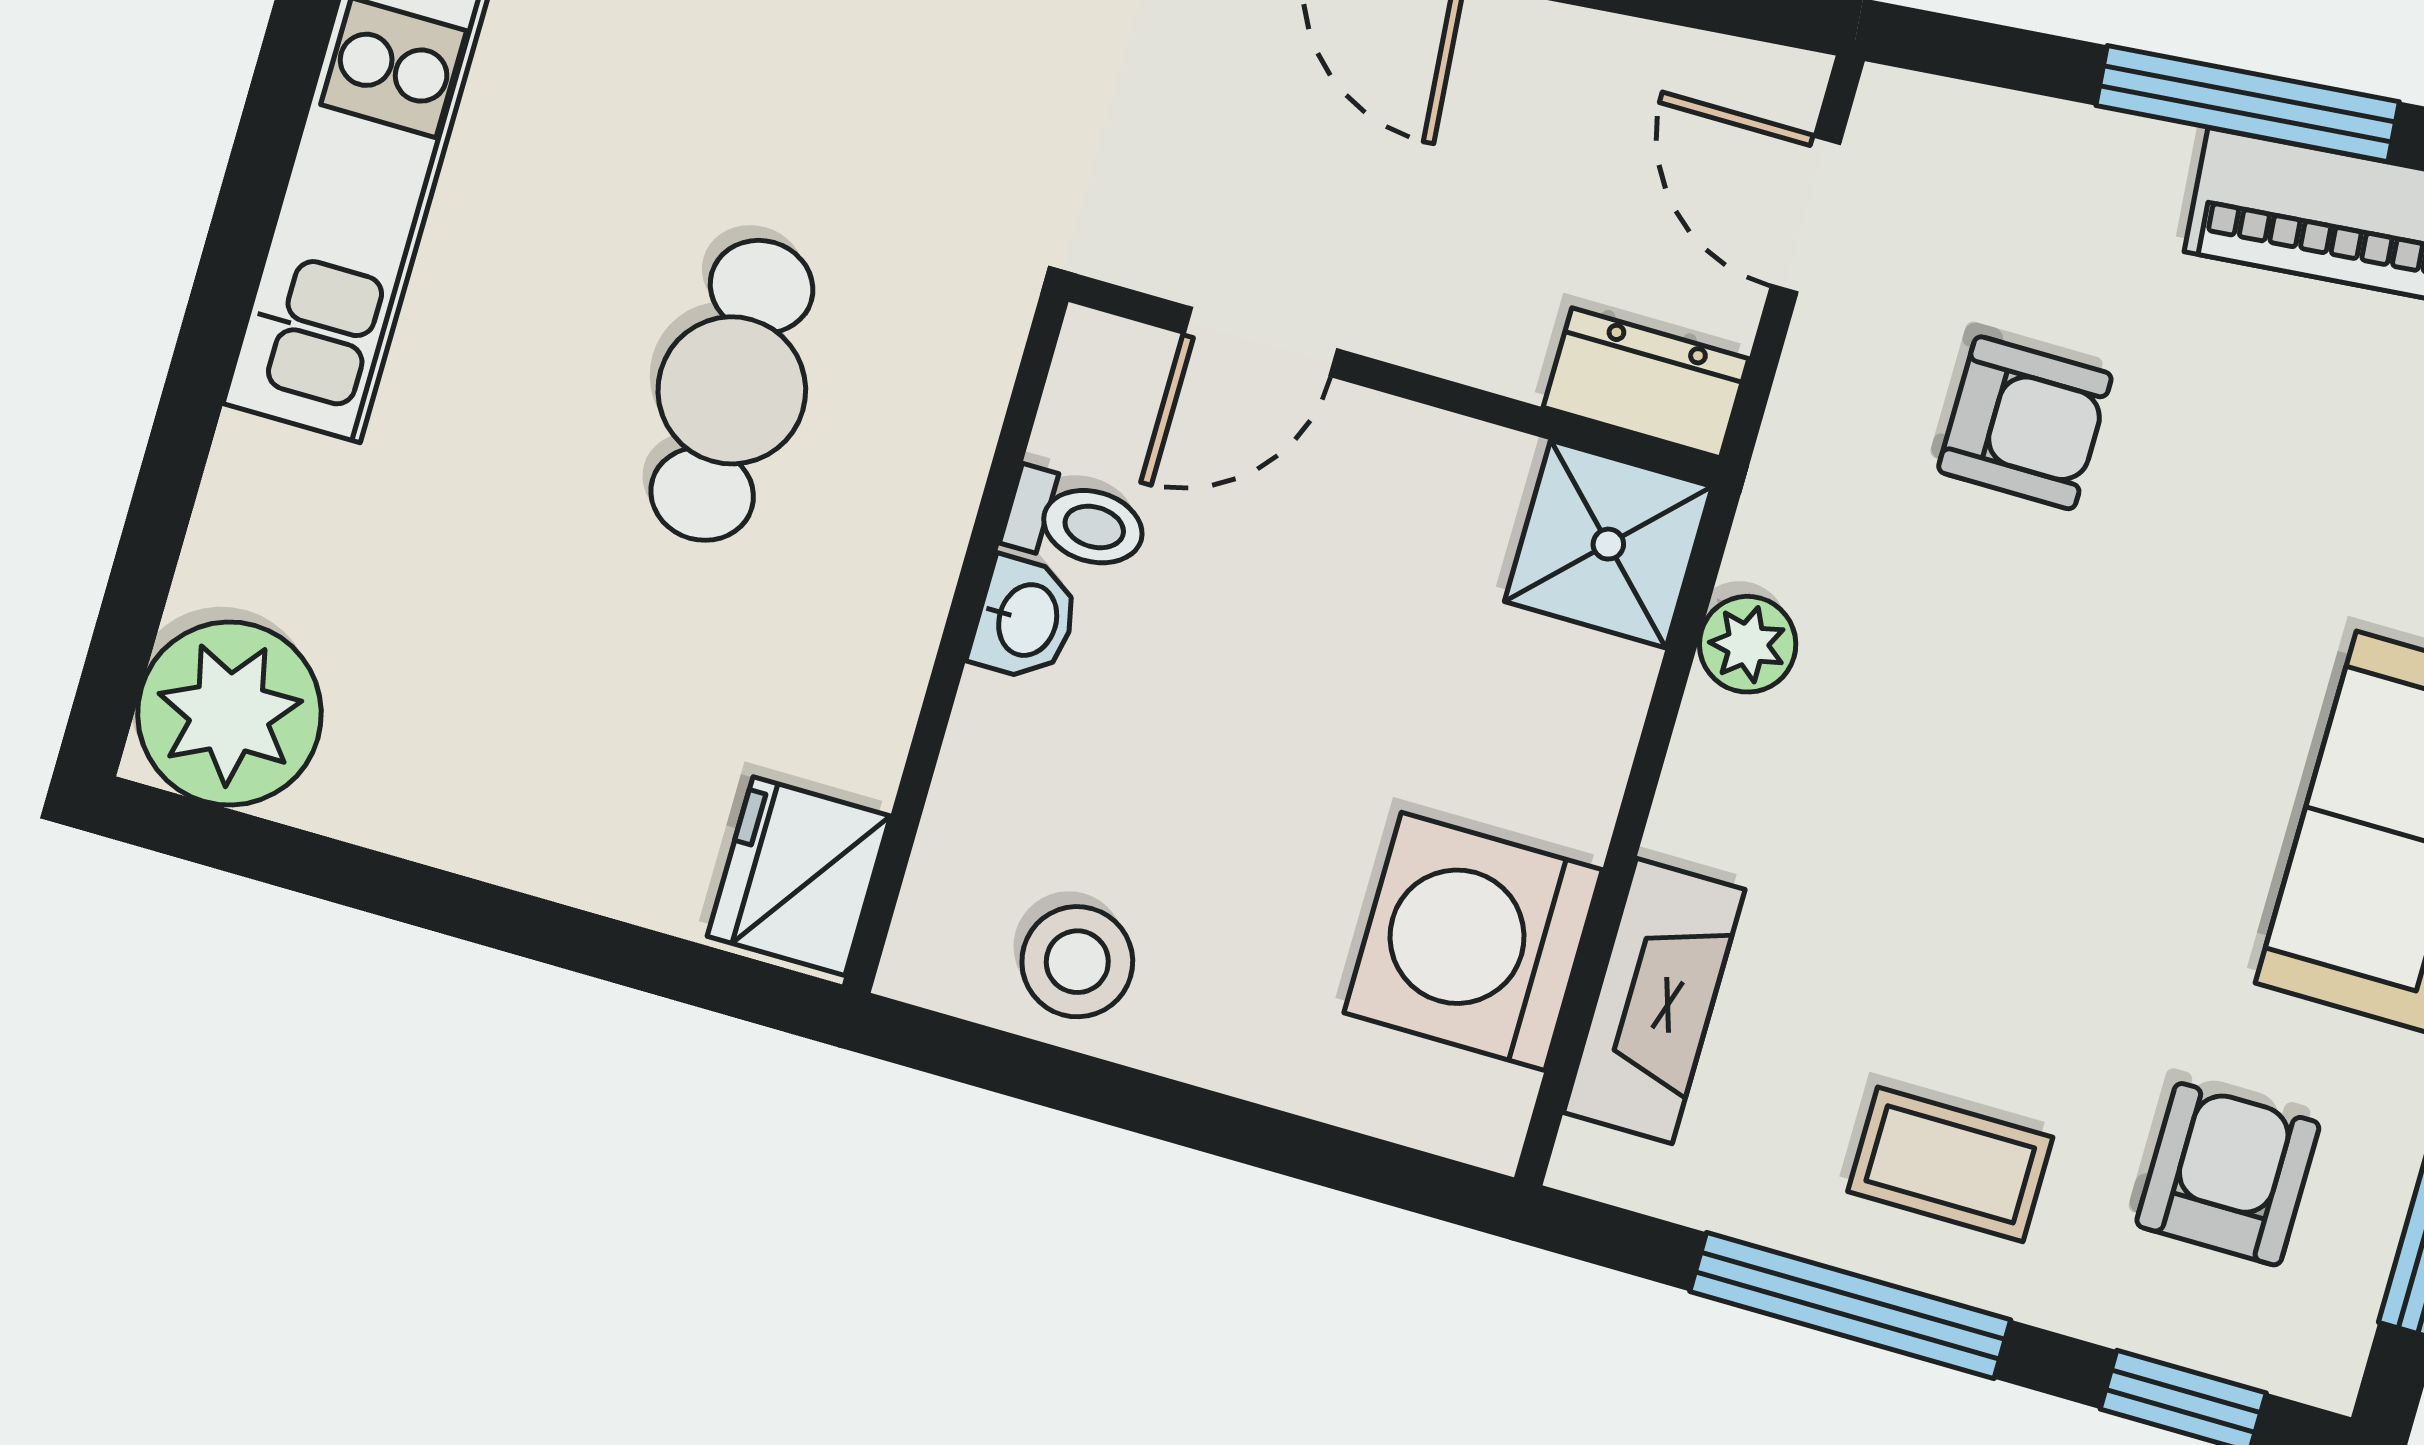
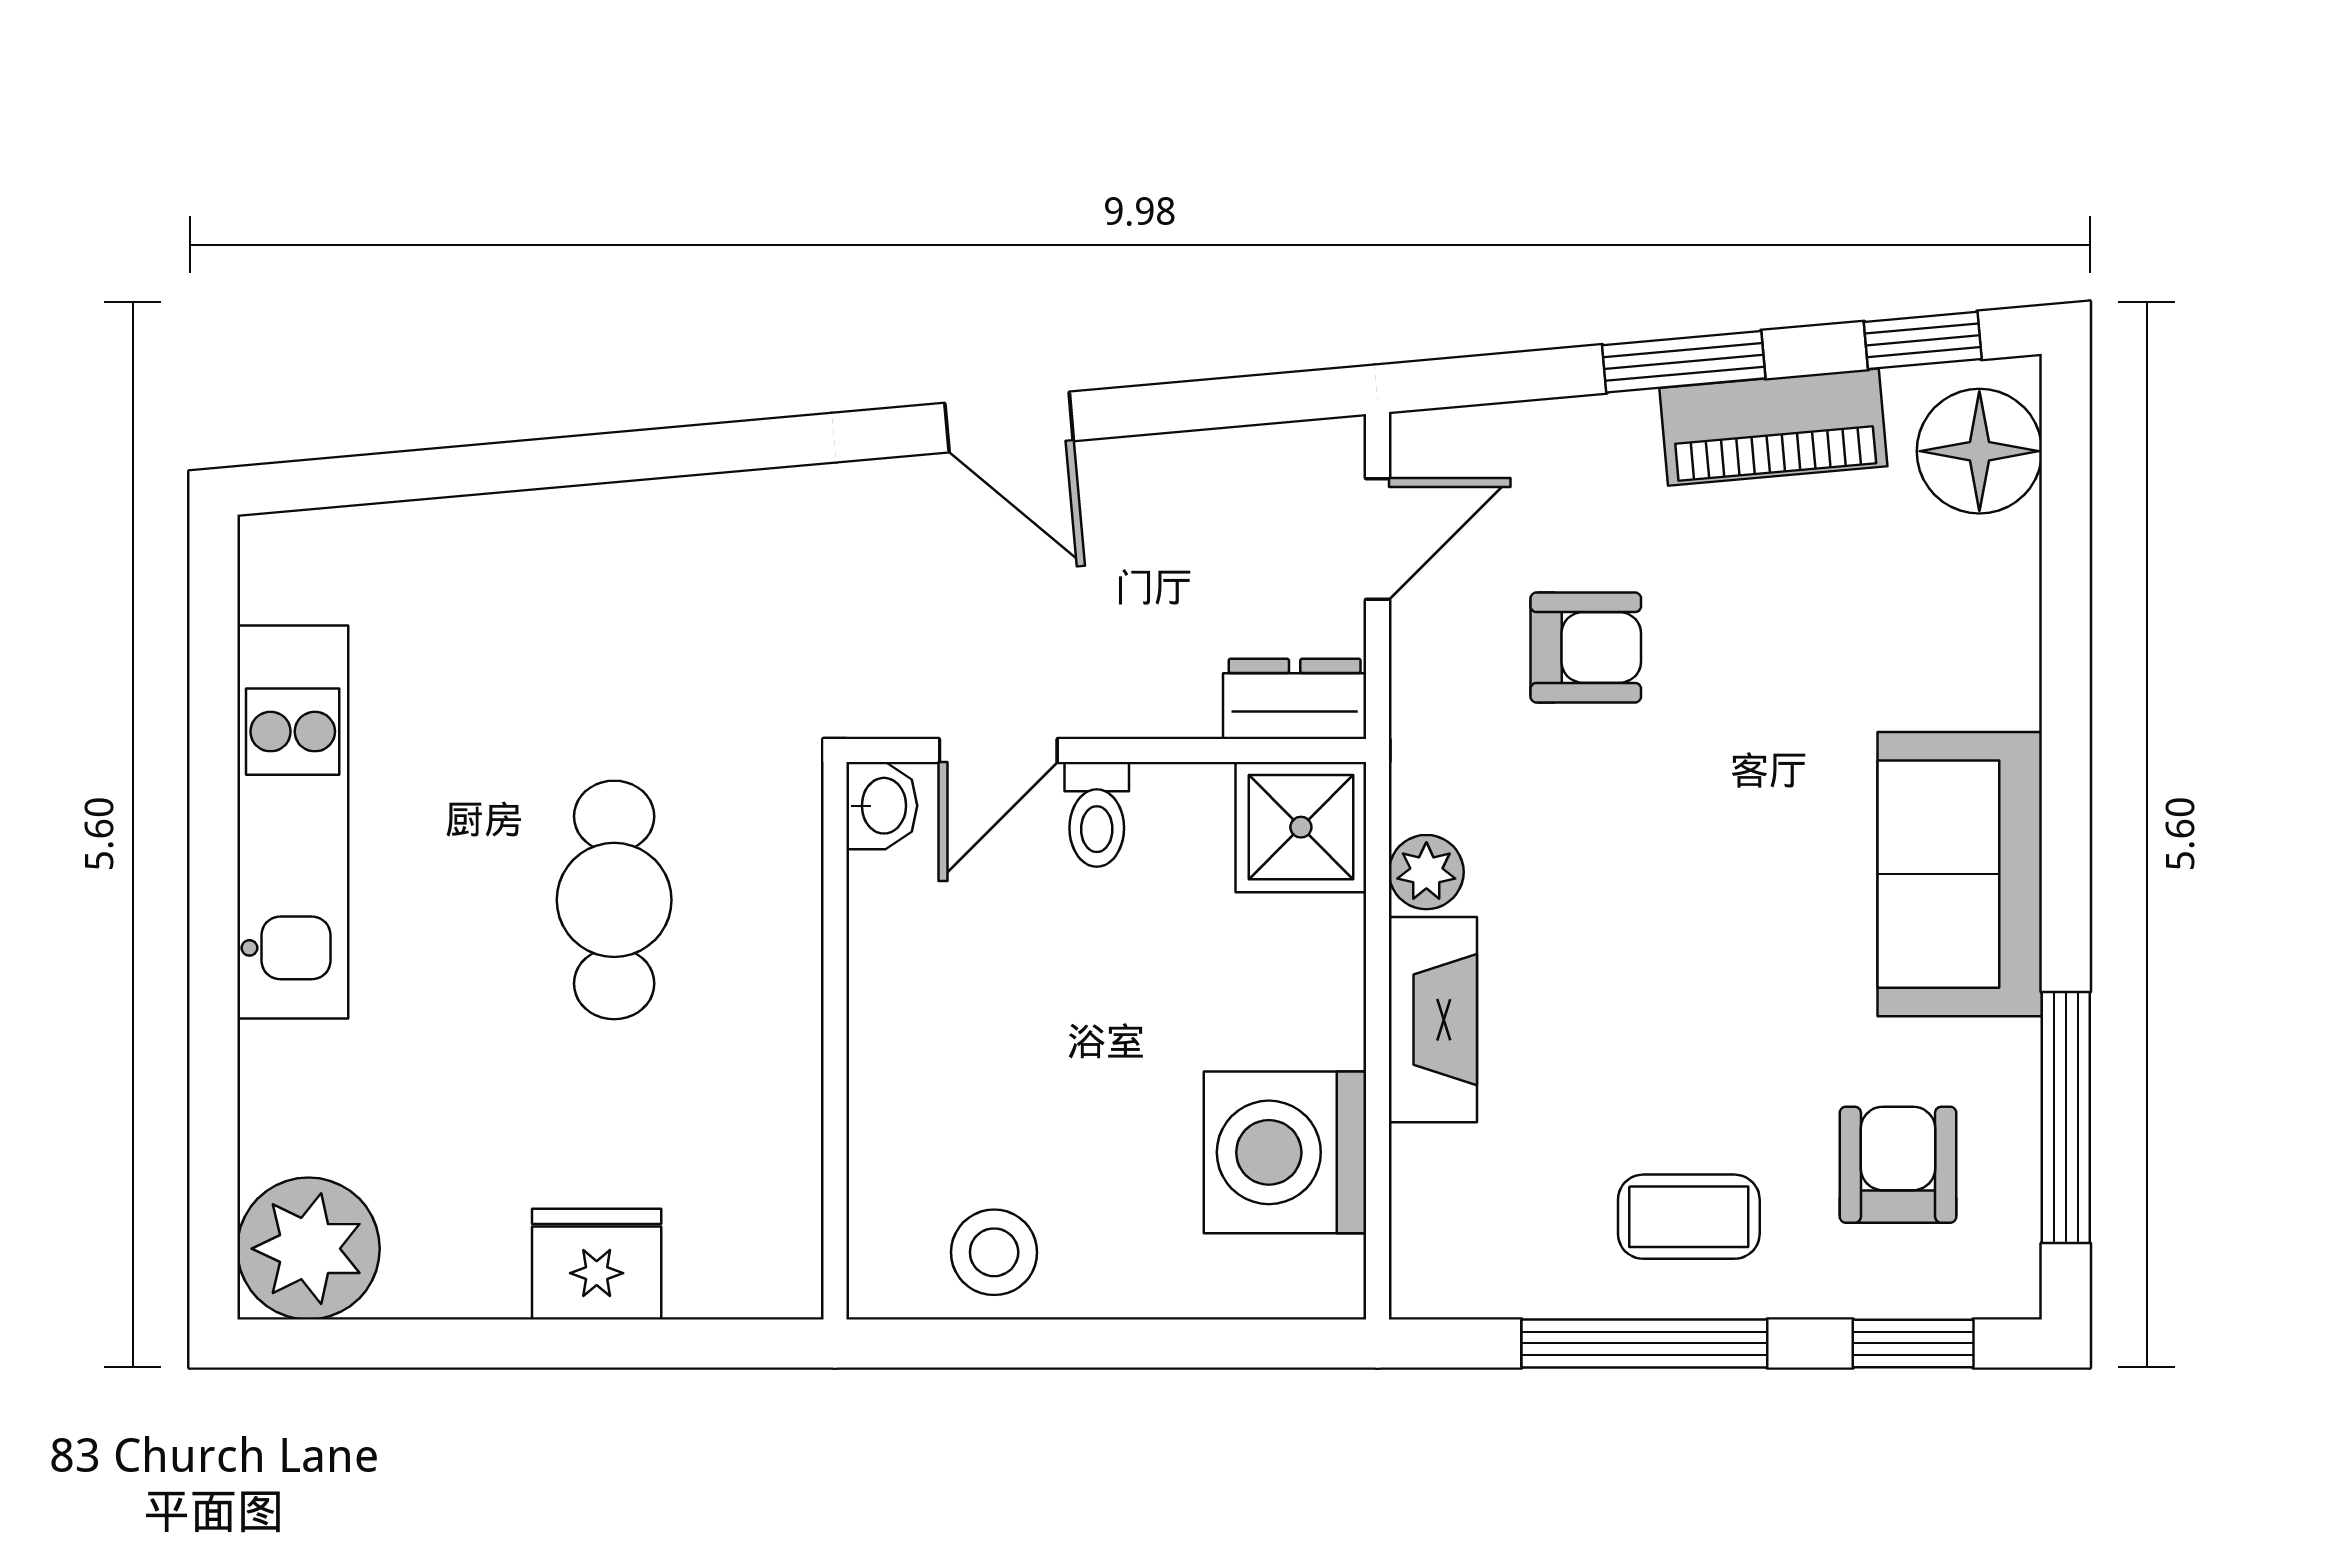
window: (2248, 104) -> (1684, 362), width x0.69
door: (1806, 215) -> (1378, 539), swing flipped
toilet: (1076, 522) -> (1097, 814), moved, turned 90
washbasin: (1025, 619) -> (882, 806), moved
fridge: (799, 876) -> (597, 1264), moved, turned 90
fireplace: (1654, 1001) -> (1433, 1020), moved

